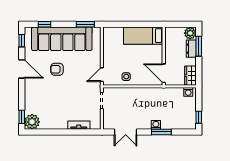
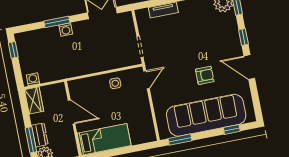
window: (22, 41) -> (243, 37), moved
door: (164, 73) -> (72, 112), moved

